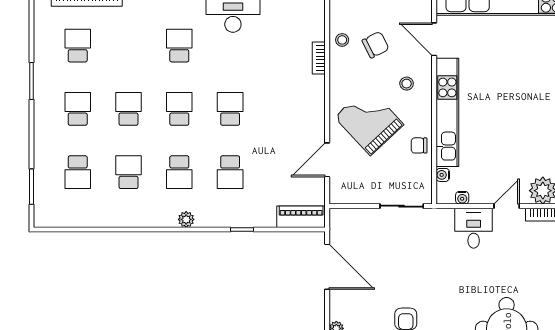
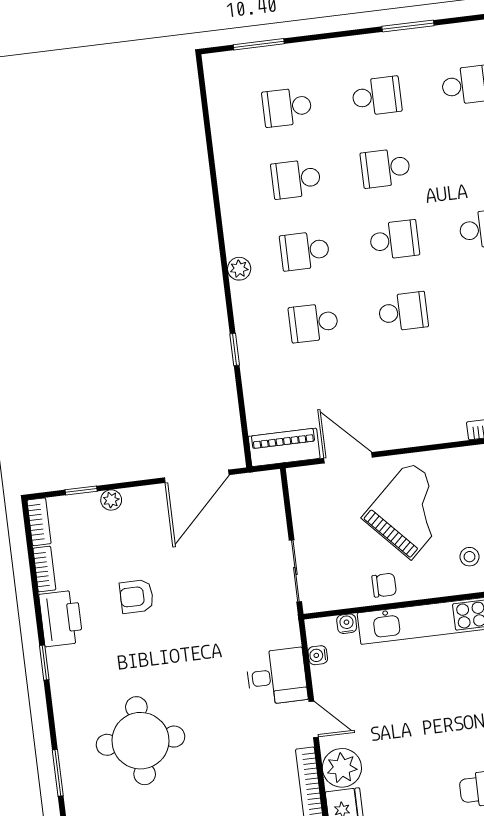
school desk: (128, 109) -> (385, 168), turned 180
chair: (419, 145) -> (384, 585), turned 90
school desk: (128, 172) -> (296, 179), turned 180
piano: (301, 217) -> (284, 447), moved, turned -90

